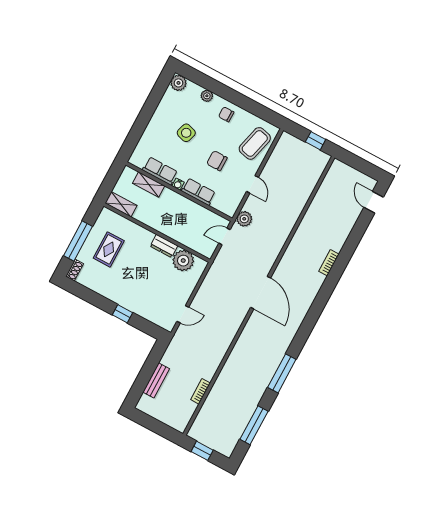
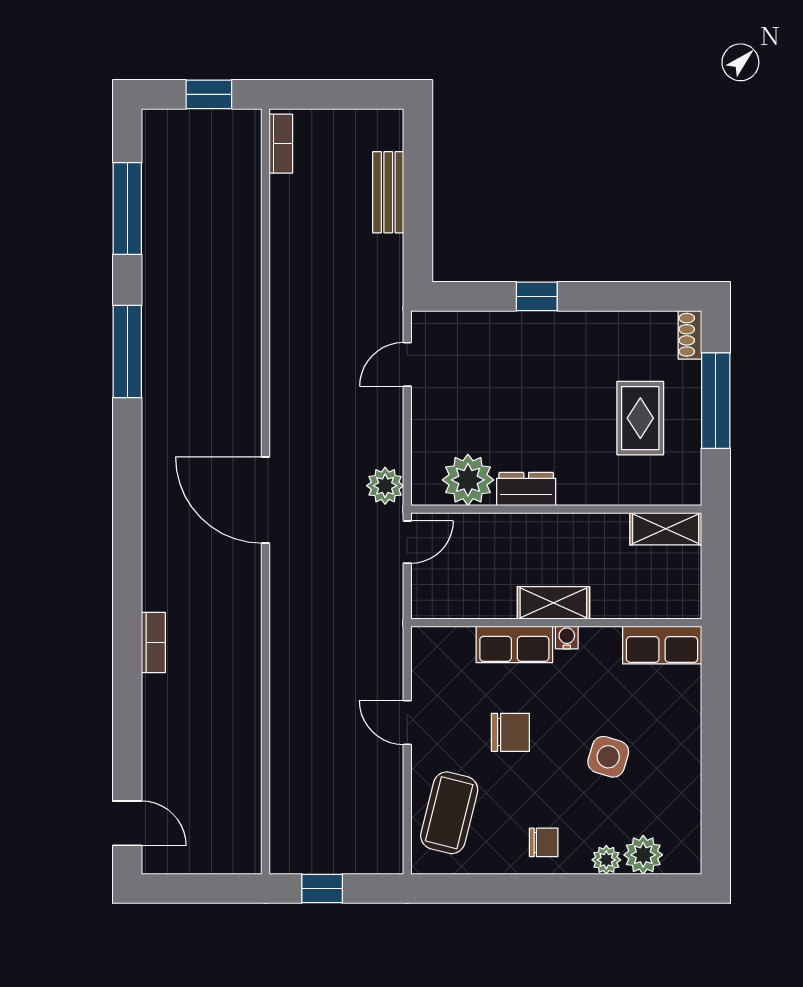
plant: (178, 83) -> (643, 855), moved
row of seats: (160, 171) -> (662, 645), moved
shelving: (149, 185) -> (553, 603), moved
plant: (244, 219) -> (385, 486), moved
door: (224, 236) -> (407, 542), moved
bookcase: (200, 391) -> (281, 144), moved

